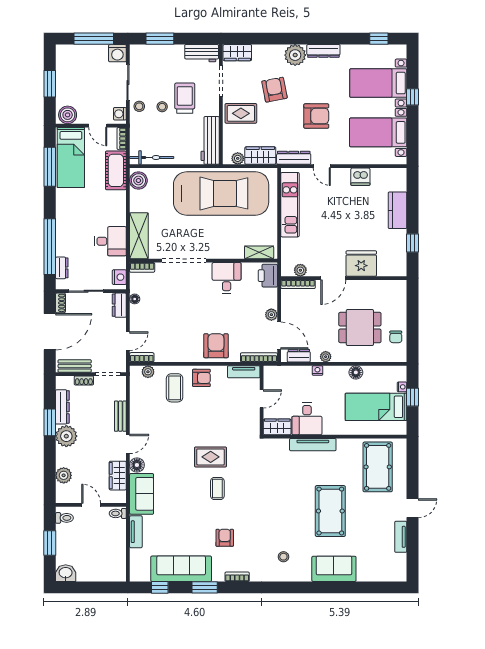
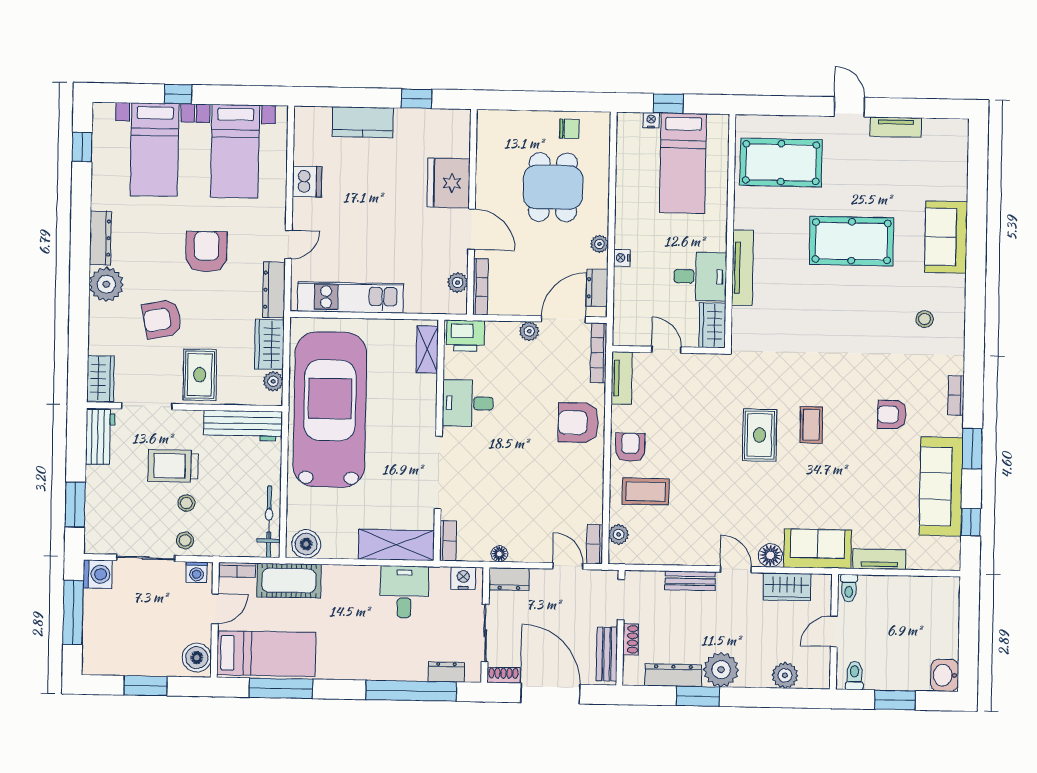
floor lamp: (356, 372) -> (626, 195), removed
coffee table: (217, 488) -> (811, 425), turned 90

